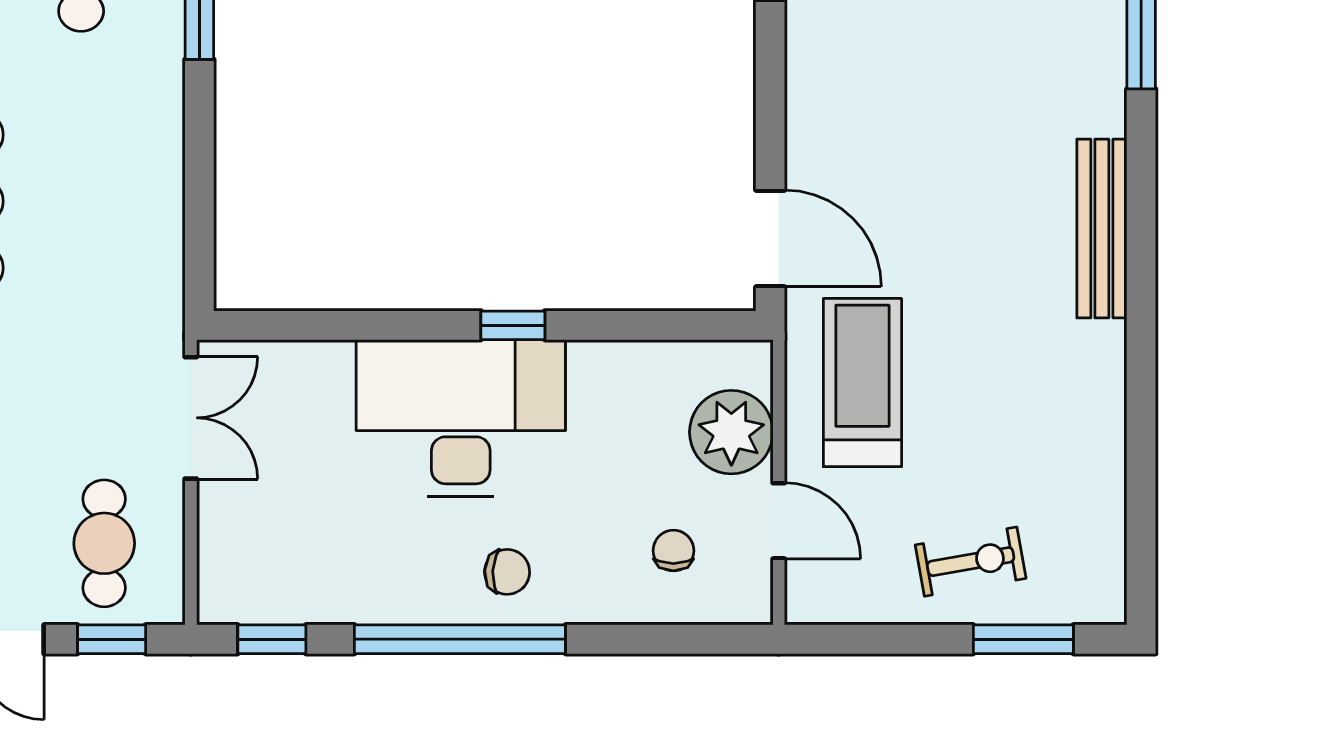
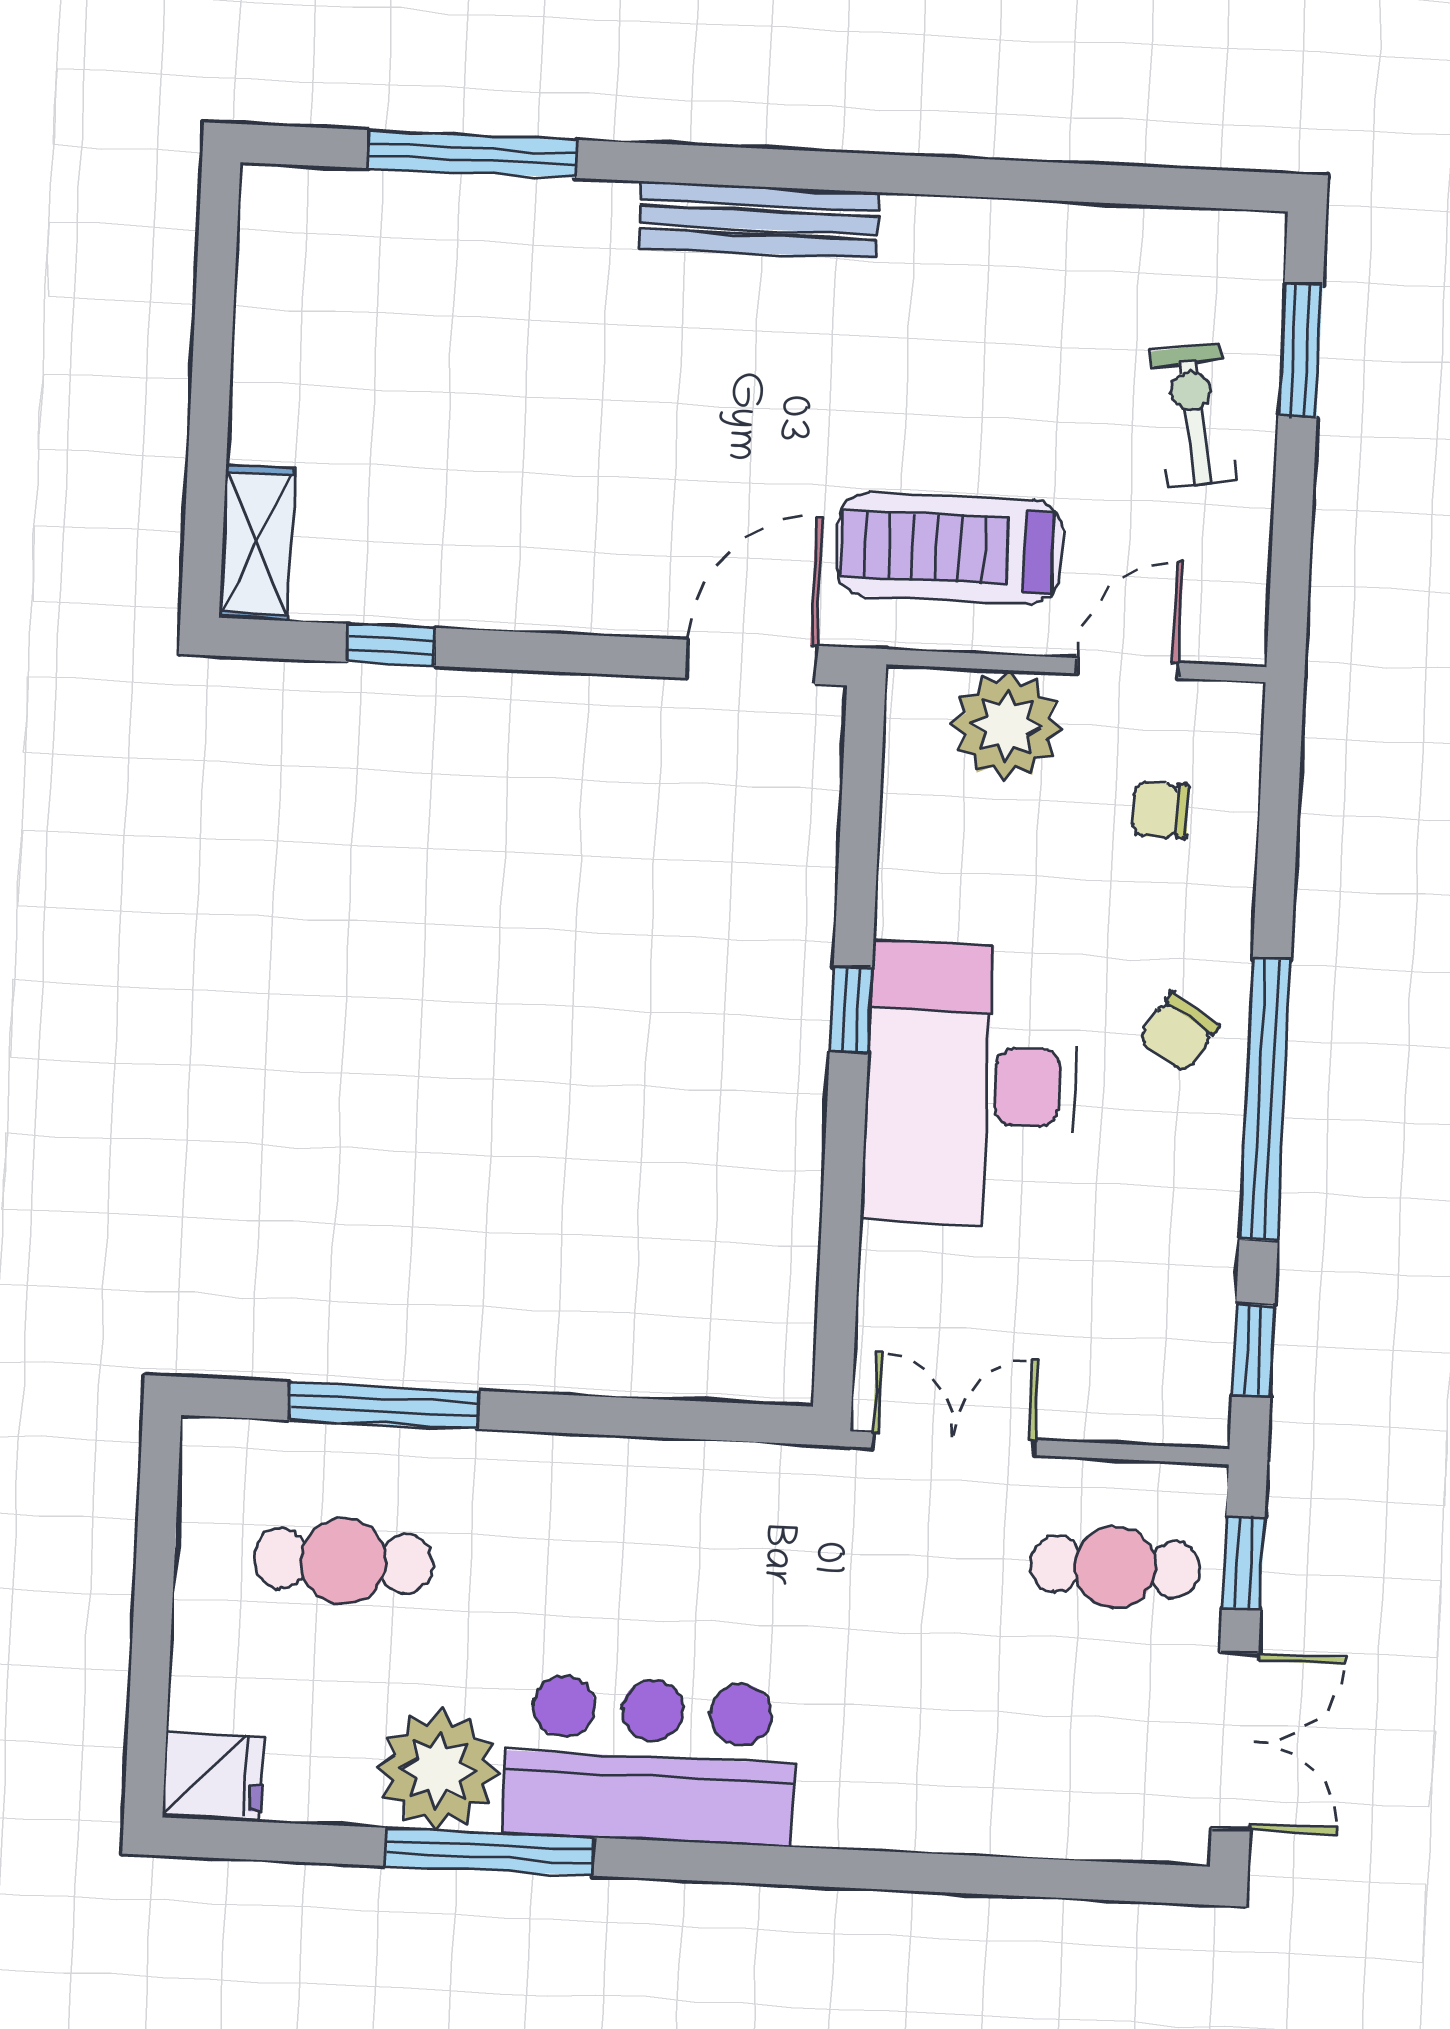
chair: (507, 572) -> (1179, 1033), turned -150

